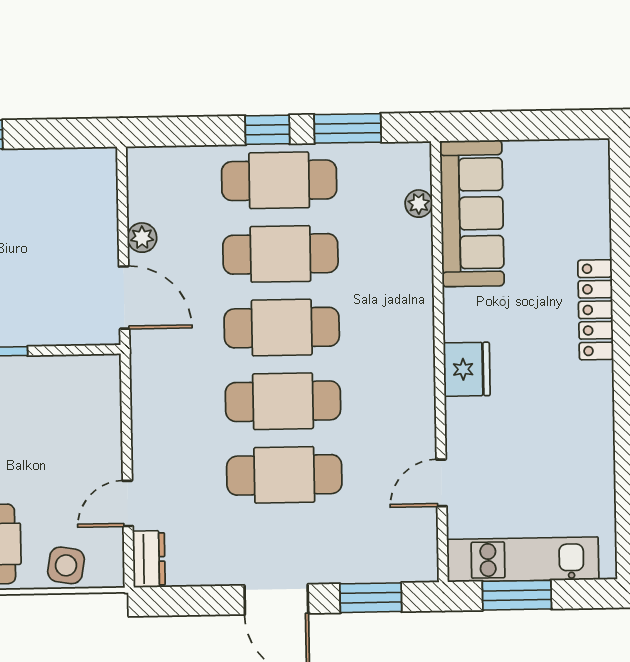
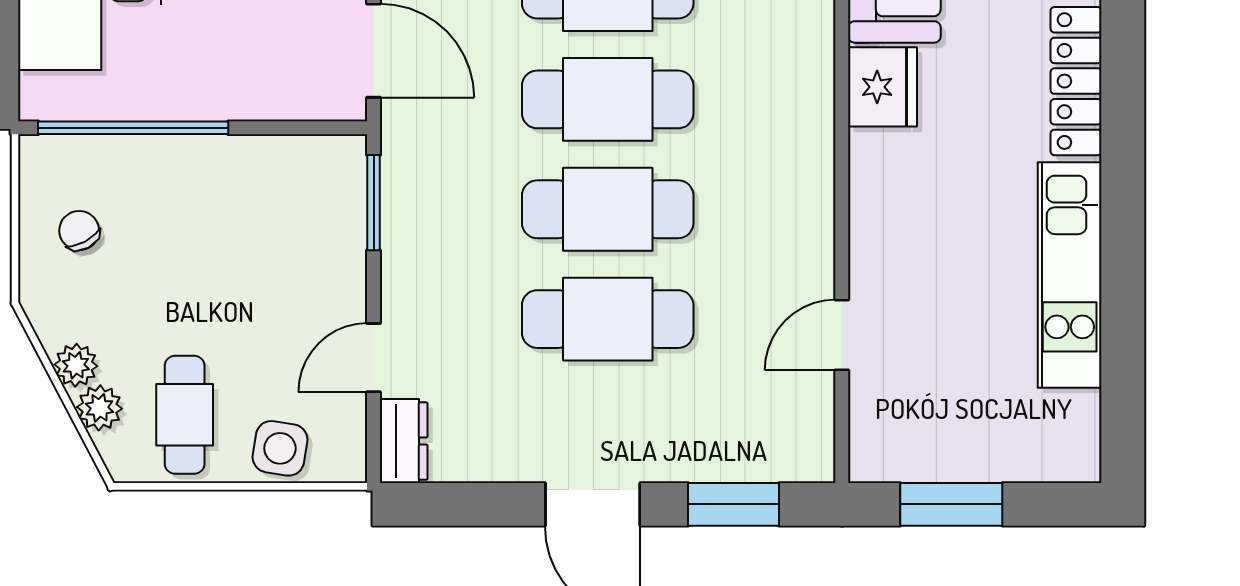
fridge: (467, 369) -> (883, 87), moved
window: (126, 400) -> (374, 203), added
kitchen unit: (523, 559) -> (1070, 275), moved, turned -90

